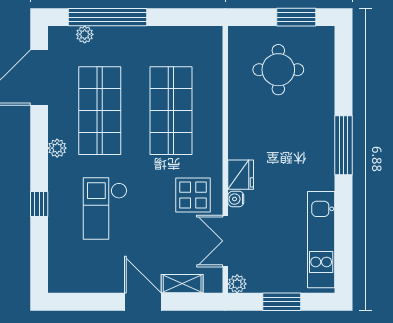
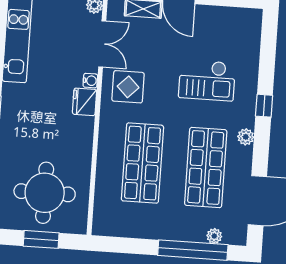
window: (296, 17) -> (41, 239), moved
round table: (278, 70) -> (45, 193), width x1.36, depth x1.36
window: (39, 204) -> (264, 106), moved
checkout: (105, 209) -> (207, 80), turned 90

